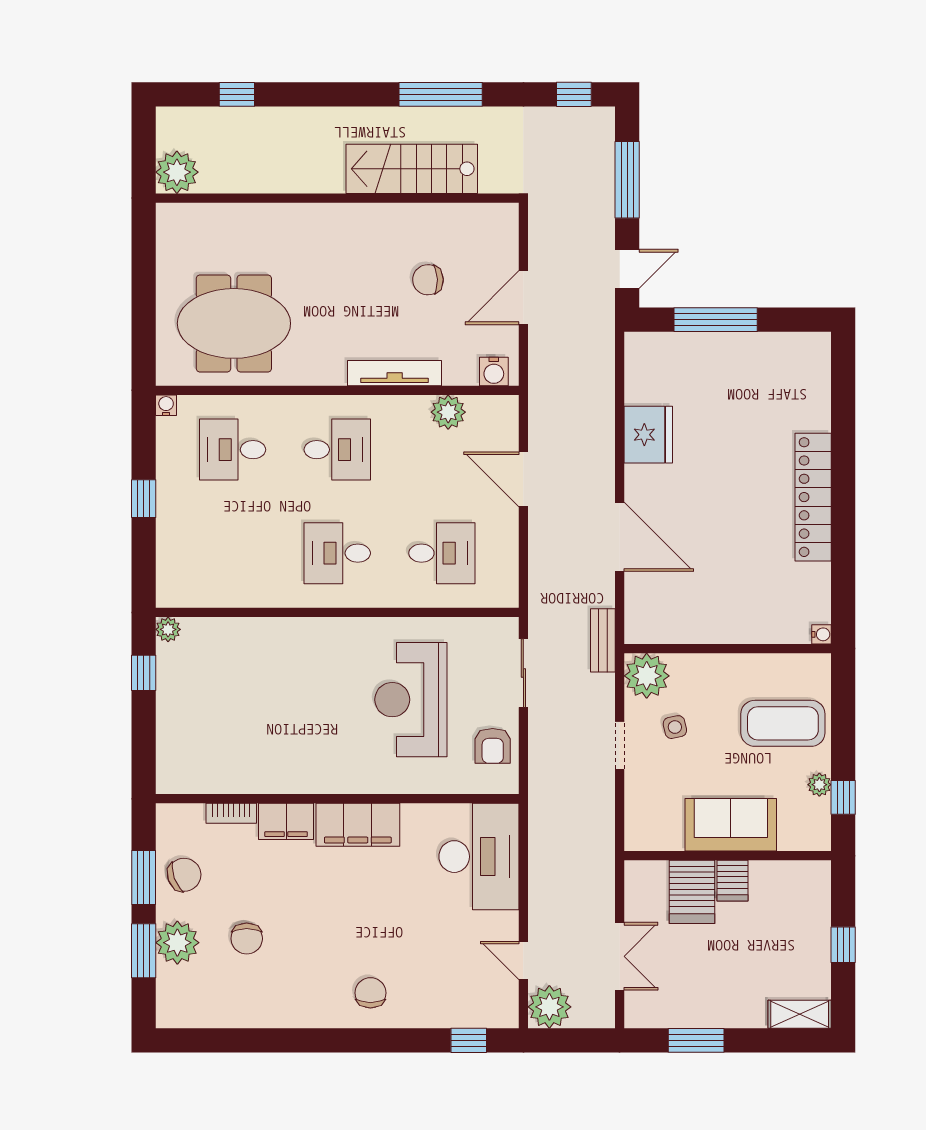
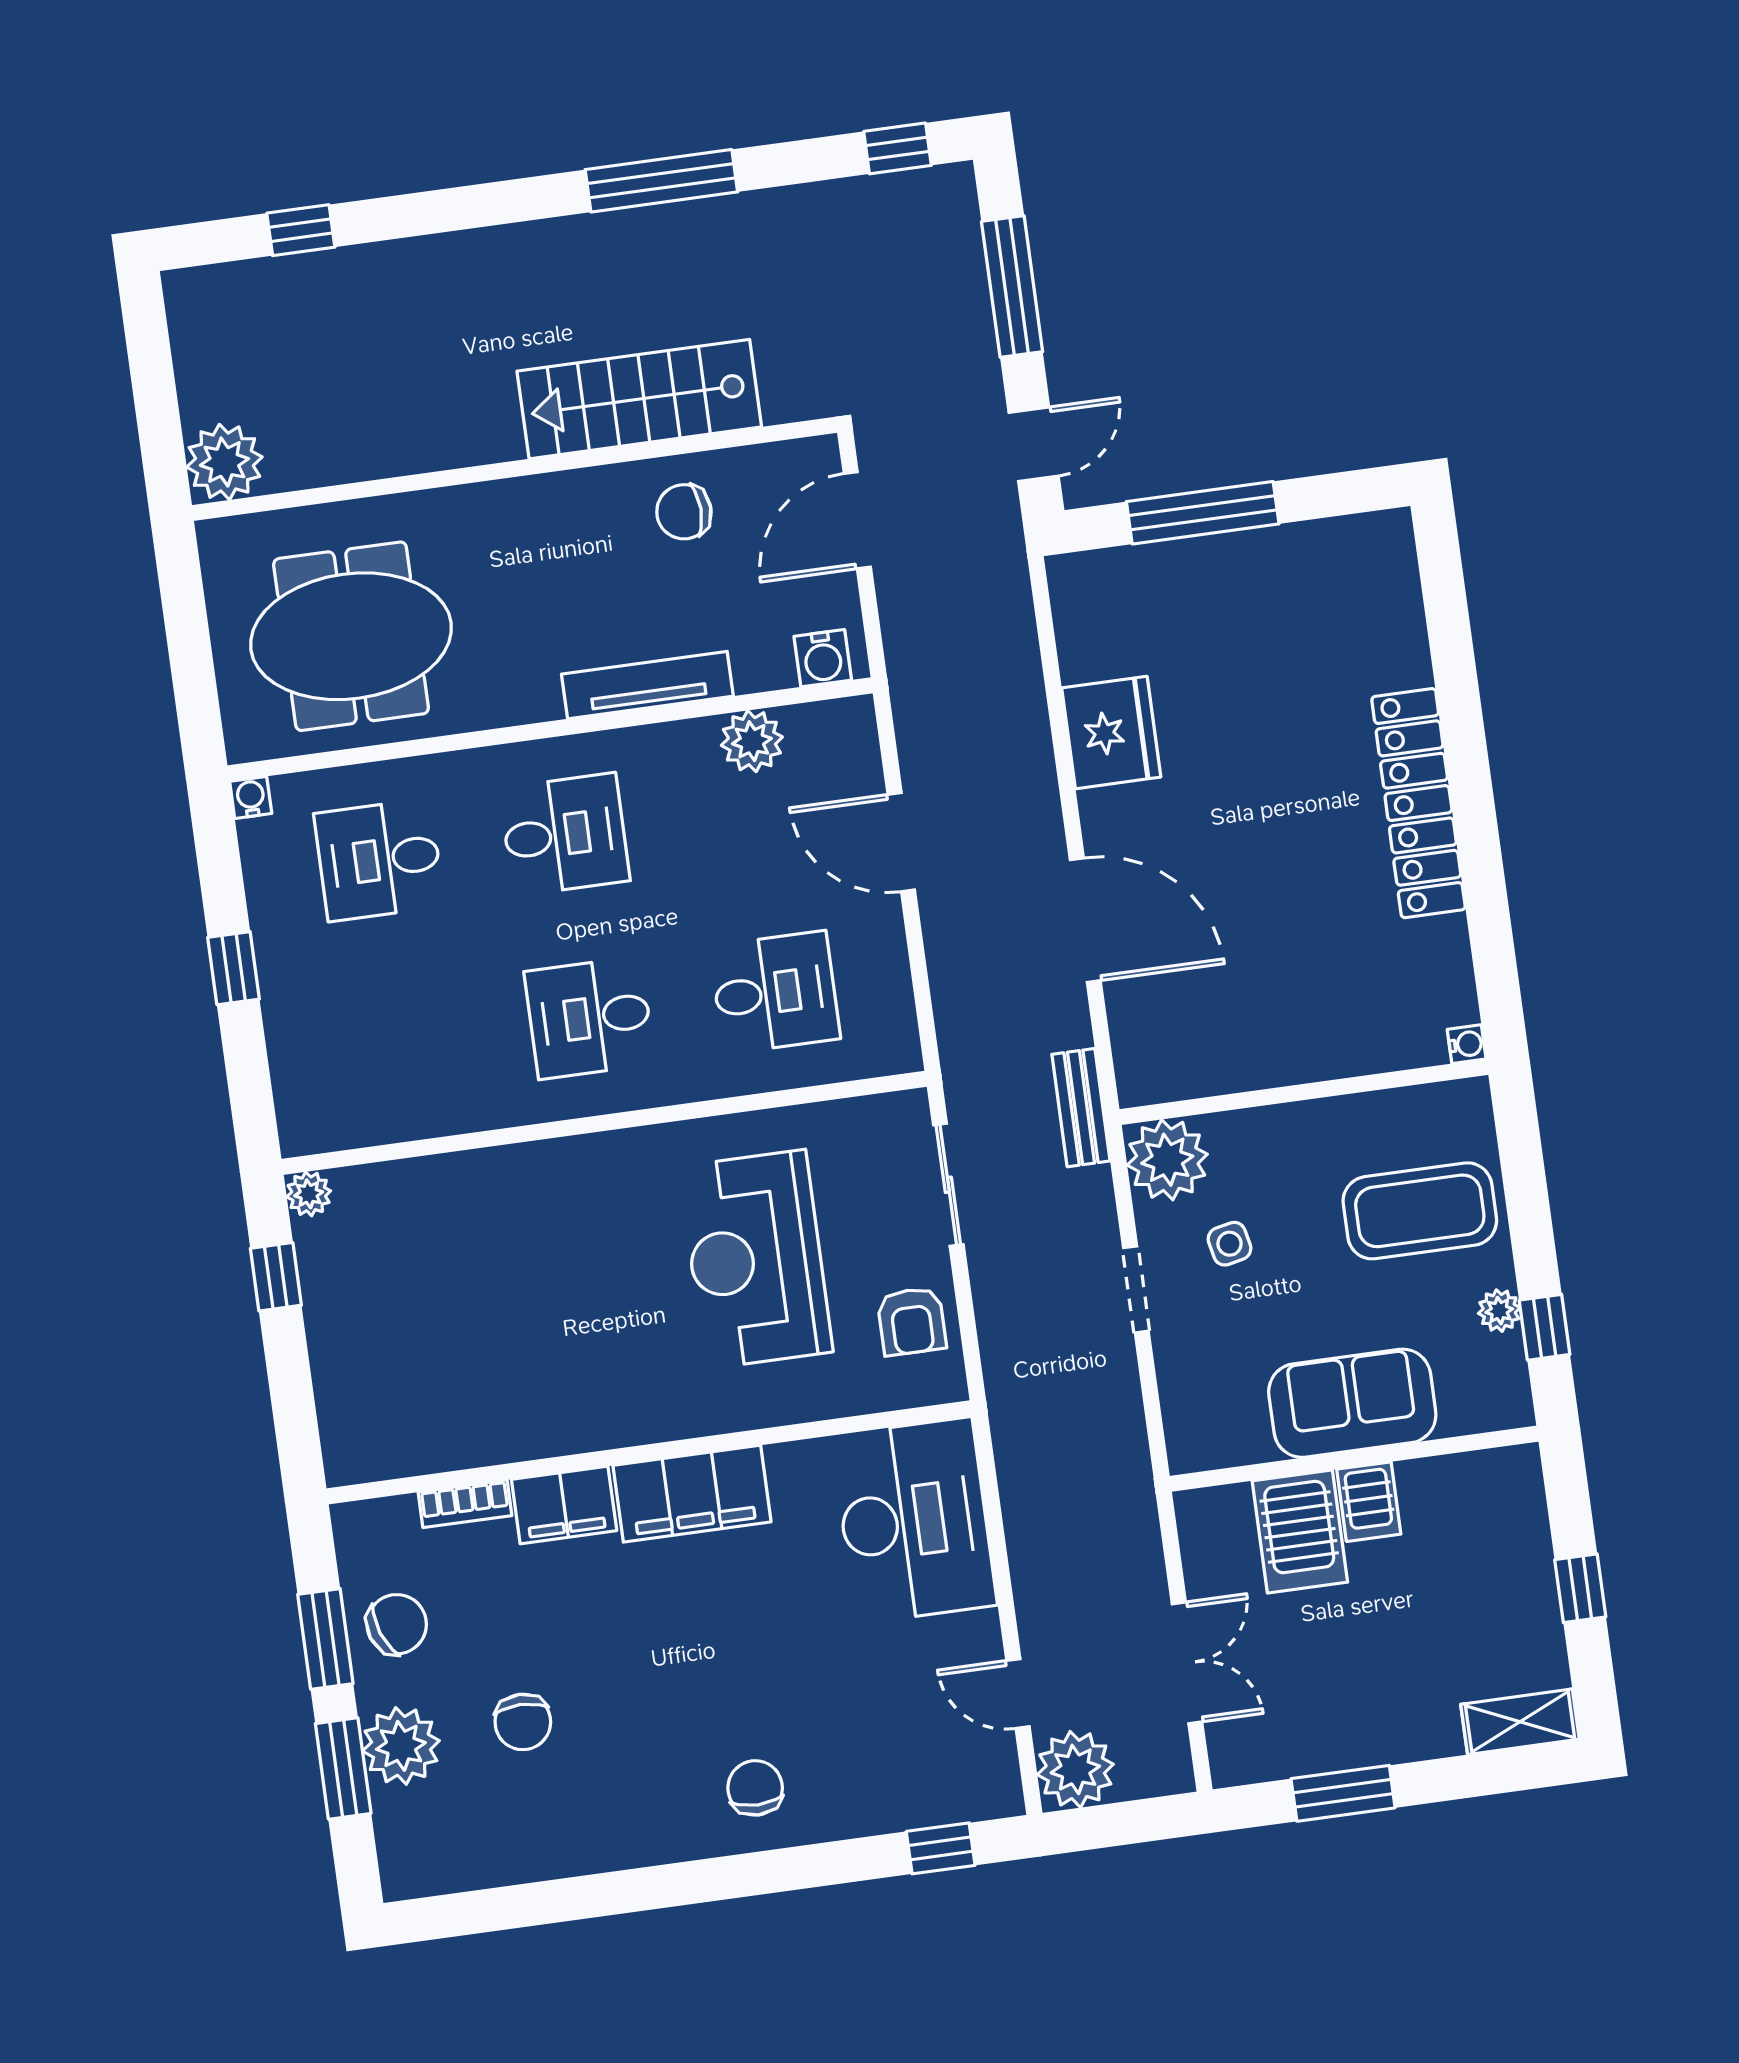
stairs: (412, 169) -> (639, 399), moved
plant: (177, 172) -> (224, 462), moved
wall: (337, 198) -> (514, 469), moved

